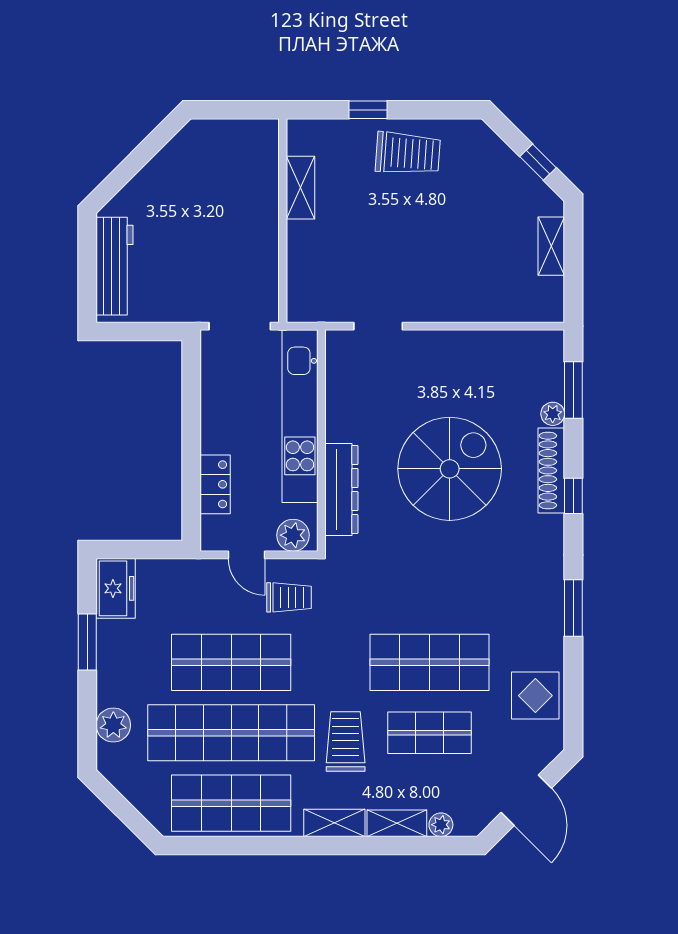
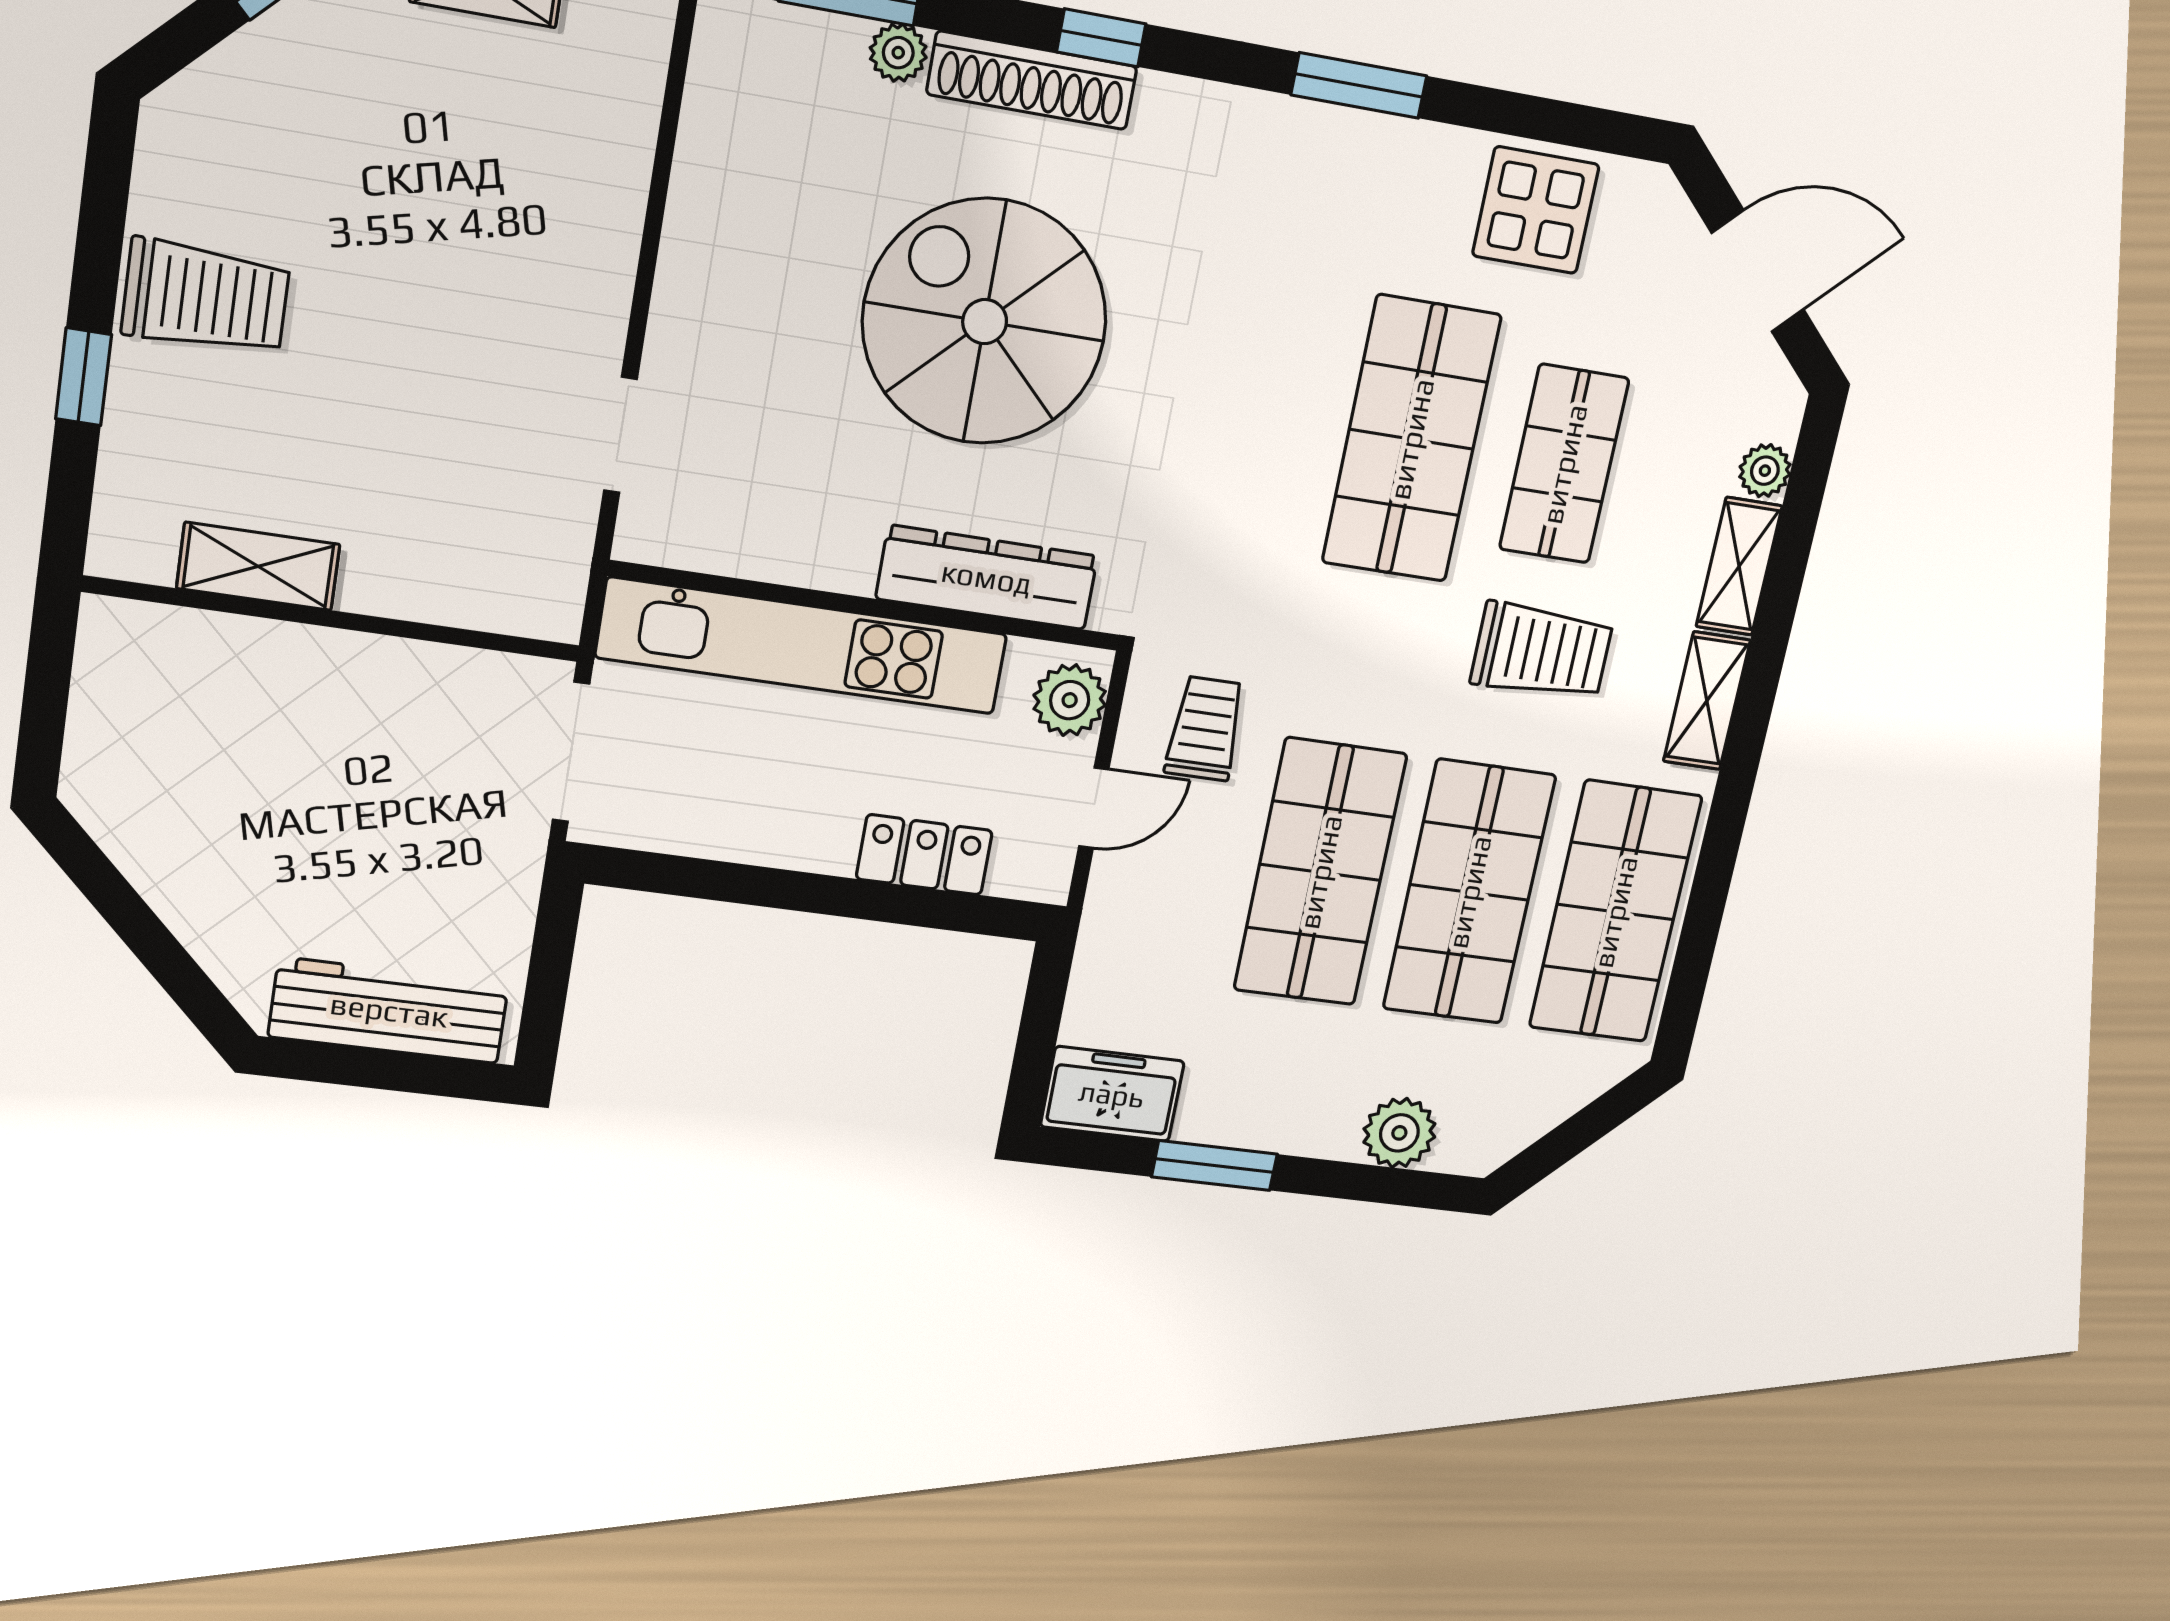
trolley: (408, 153) -> (206, 297), turned 86
shop shelf: (231, 733) -> (1469, 892), width x0.71
trolley: (346, 741) -> (1542, 651), turned 180

